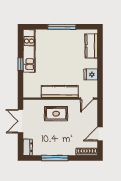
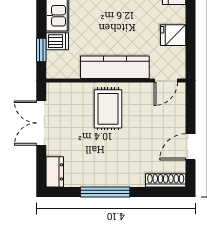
window: (21, 64) -> (41, 50), moved
dishwasher: (29, 78) -> (57, 41), added
rug: (56, 114) -> (108, 109), turned 90

